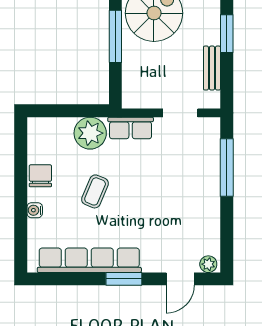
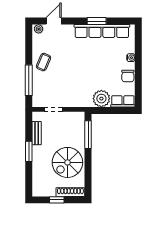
window: (115, 36) -> (88, 135), moved
row of seats: (131, 128) -> (123, 101), moved
coffee table: (95, 191) -> (43, 62), moved
window: (124, 279) -> (97, 21), moved

